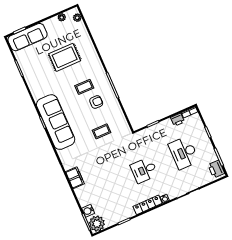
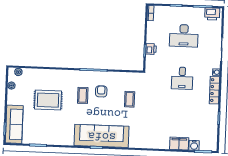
rug: (65, 57) -> (48, 100), turned 90
printer: (177, 120) -> (151, 49), moved
filing cabinet: (75, 178) -> (179, 144), moved
plant: (97, 224) -> (209, 143), removed

